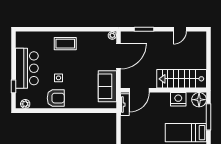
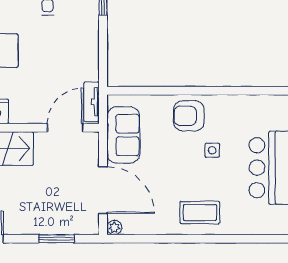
door: (118, 56) -> (103, 190), swing flipped
armchair: (56, 98) -> (189, 116), moved
plant: (25, 104) -> (273, 103), removed

